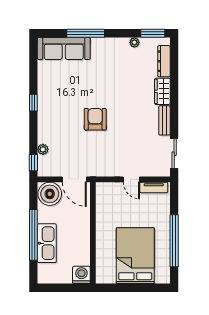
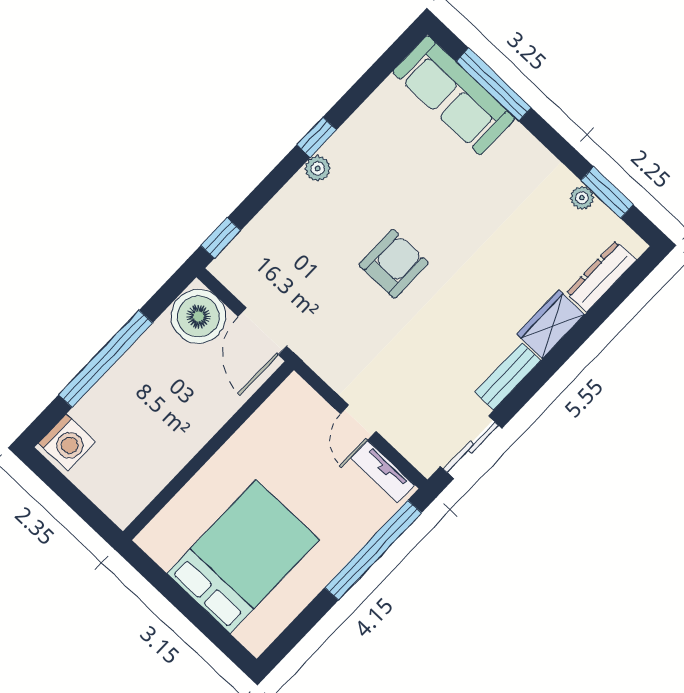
window: (86, 33) -> (494, 84), moved
window: (153, 33) -> (607, 192), moved
plant: (43, 149) -> (318, 168), moved
window: (174, 241) -> (373, 550), moved
kitchen sink: (47, 243) -> (115, 394), removed
washing machine: (81, 275) -> (67, 442), moved, turned 90

